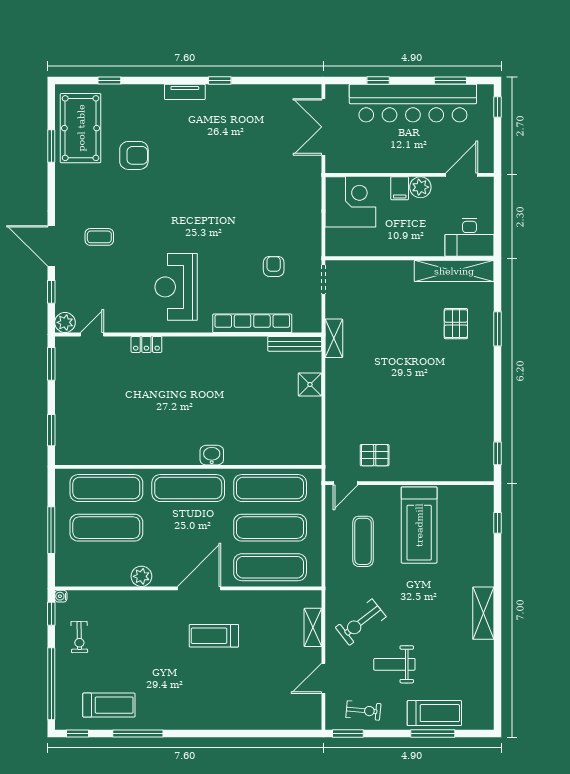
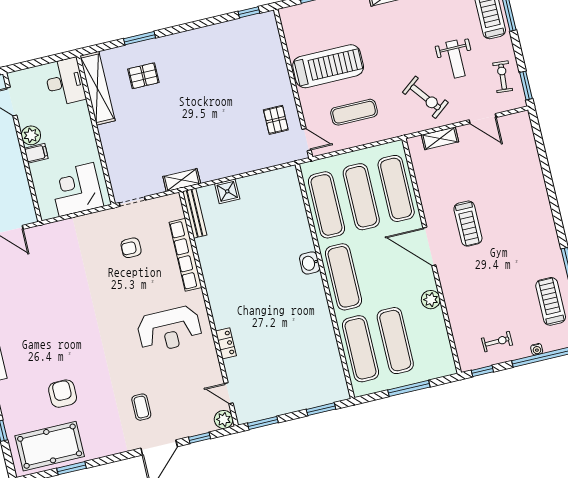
corner desk: (350, 202) -> (76, 190), moved
water cooler: (61, 596) -> (537, 349), moved

